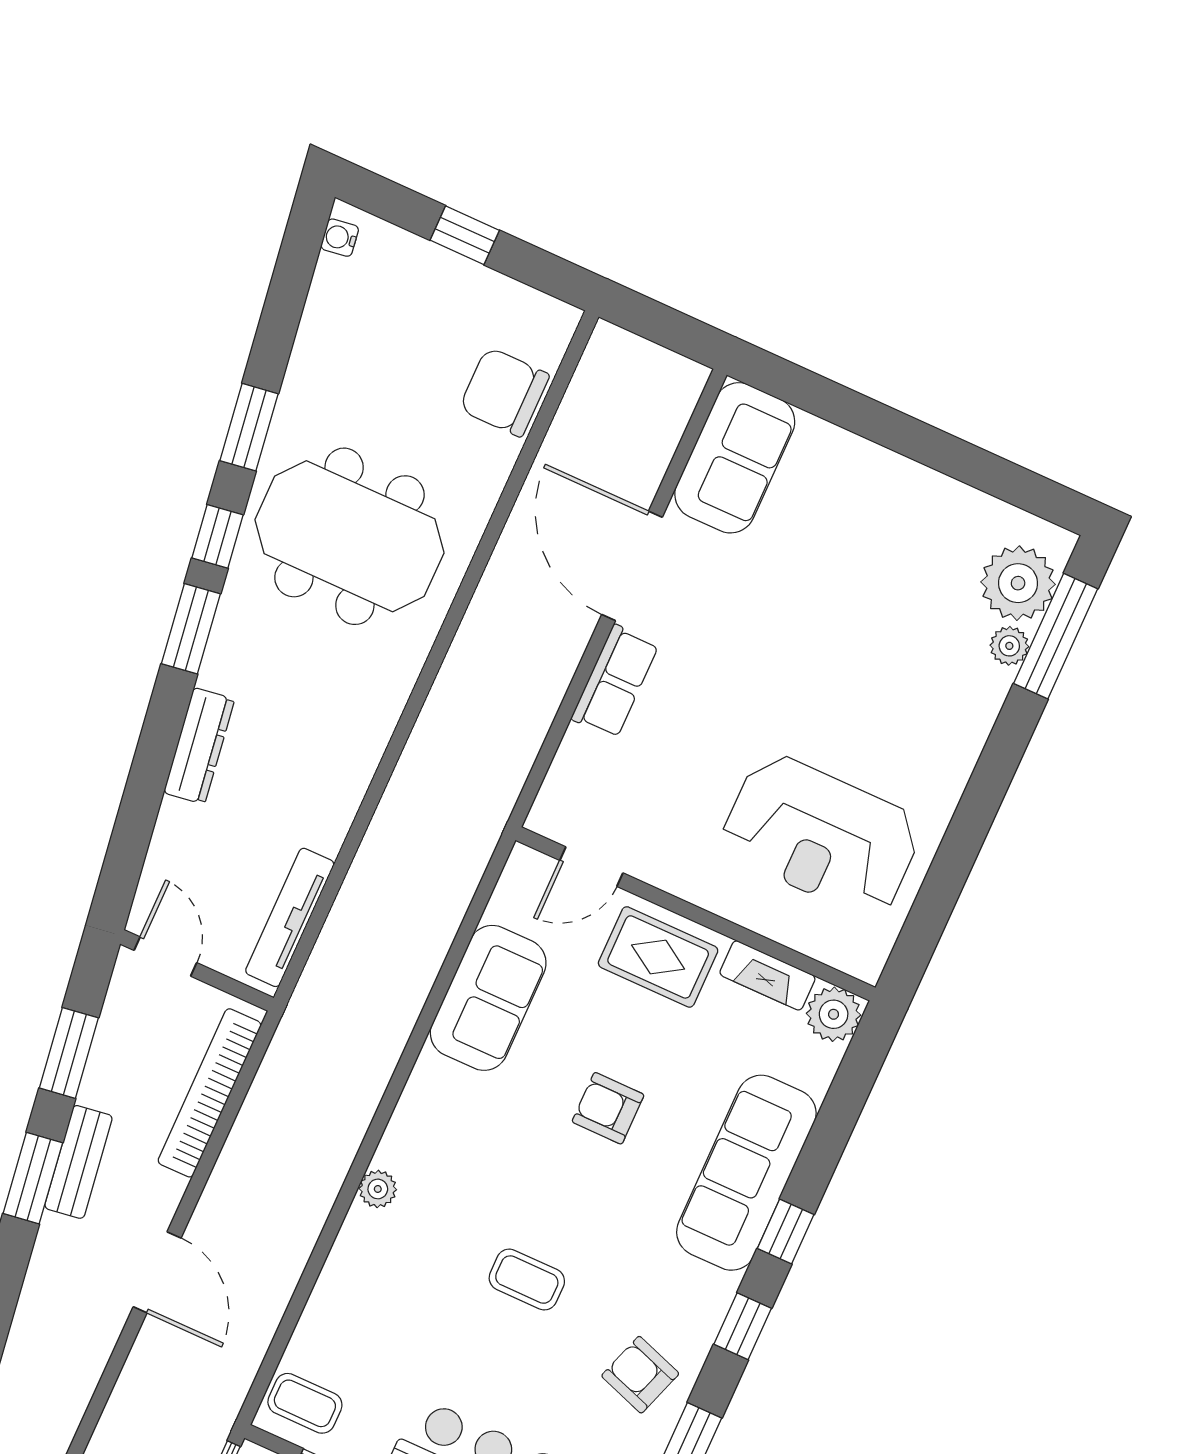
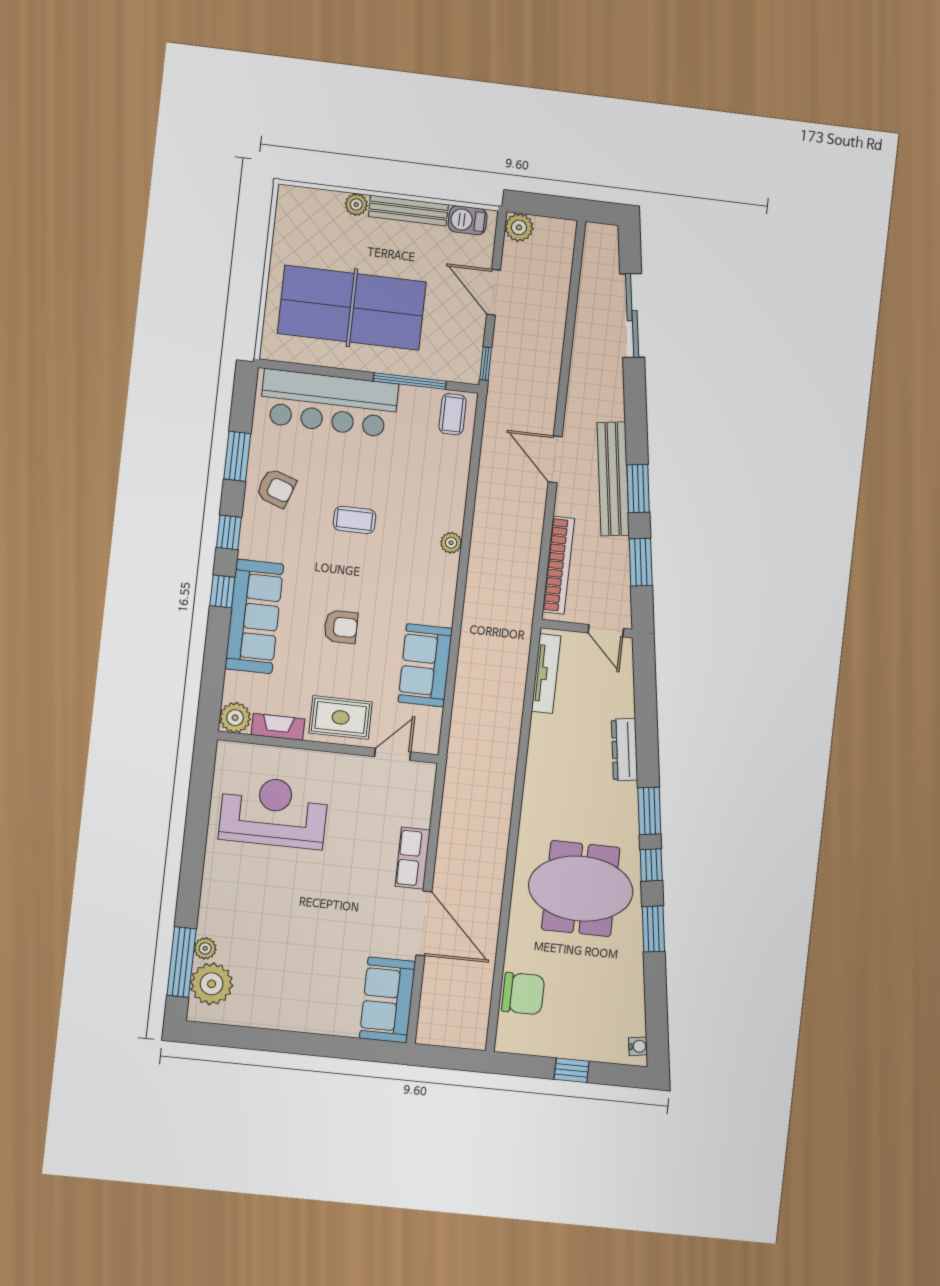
bench: (78, 1162) -> (613, 479), width x1.86, depth x1.21
coffee table: (305, 1403) -> (453, 414), turned 90

